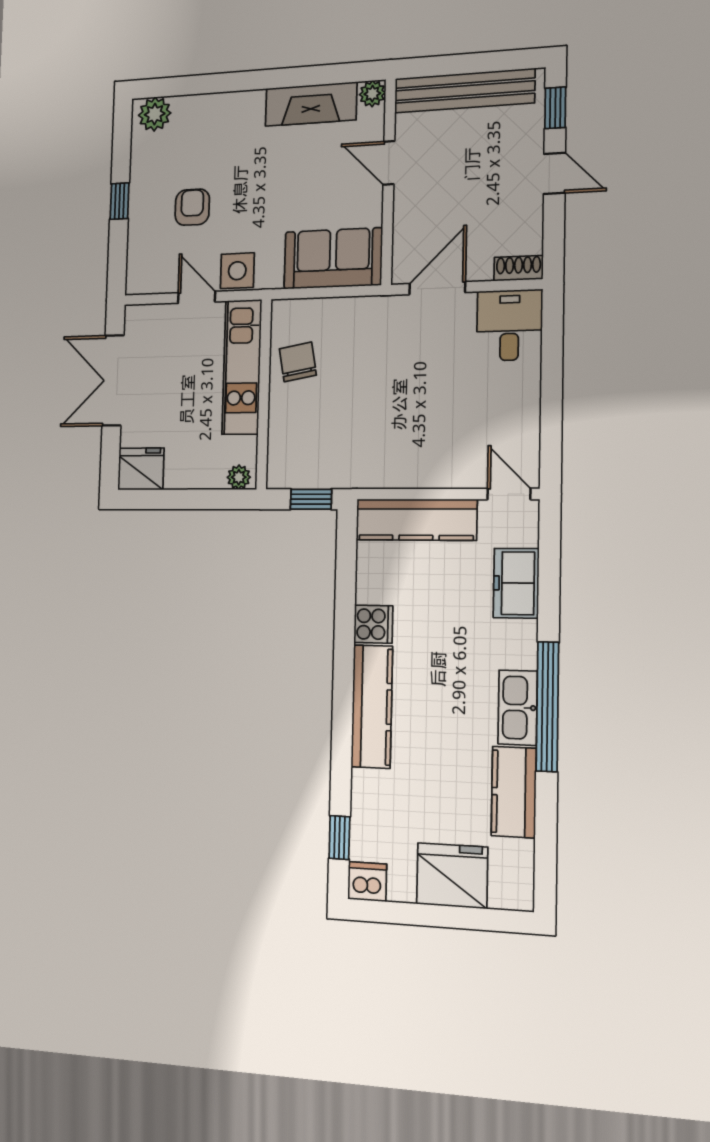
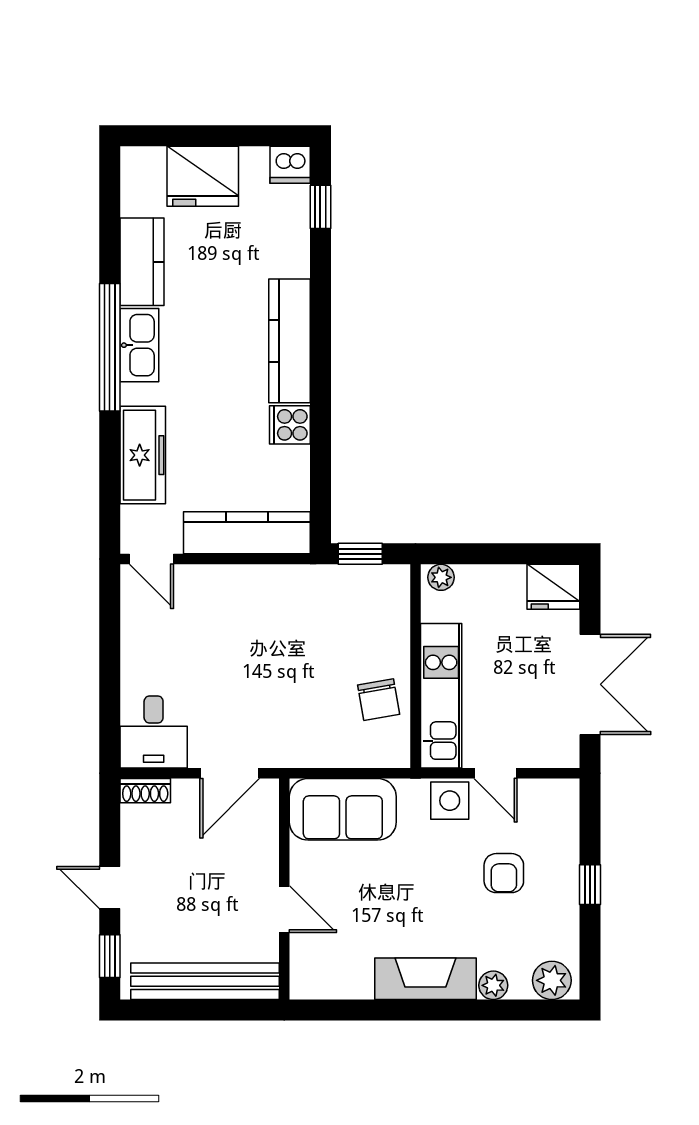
plant: (372, 94) -> (493, 985), moved
fireplace: (311, 104) -> (425, 979), moved
freezer: (516, 583) -> (143, 455), width x1.40

